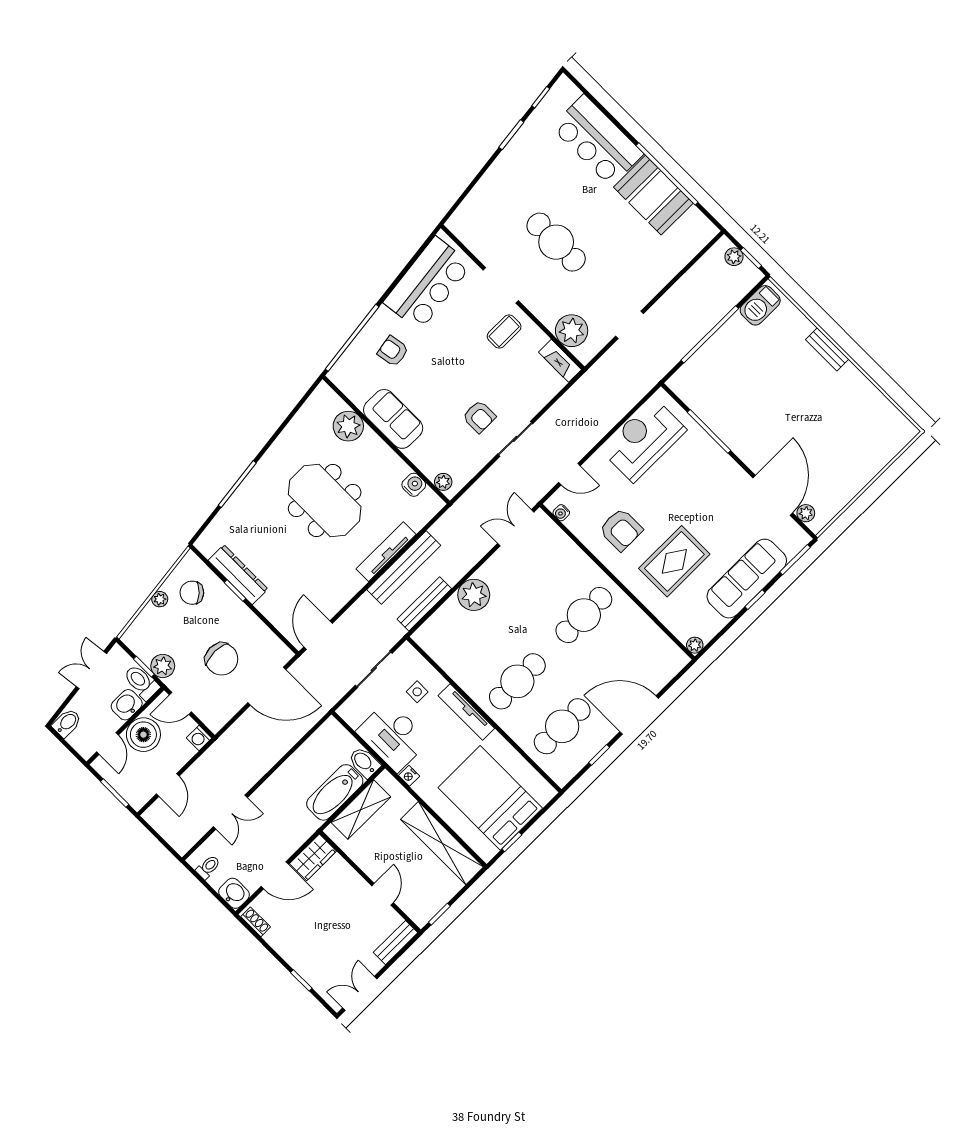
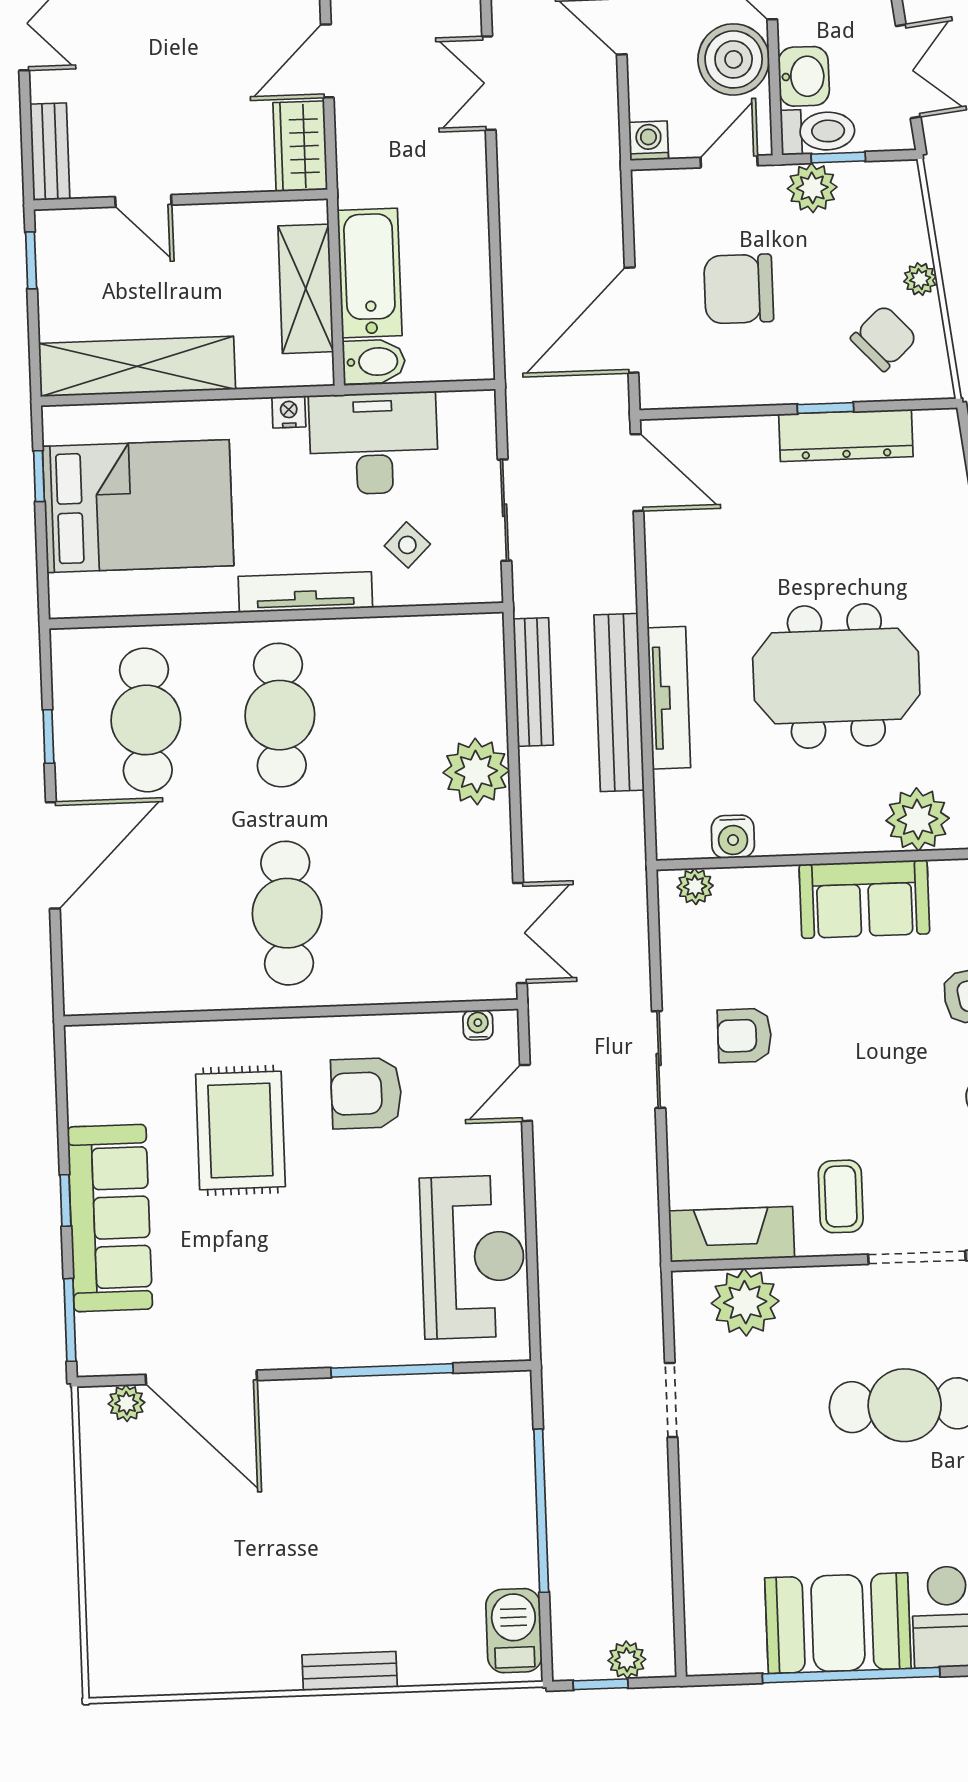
fireplace: (560, 361) -> (732, 1234), width x1.37, depth x1.32
plant: (695, 645) -> (81, 1042), removed
side table: (417, 692) -> (407, 545), turned 45

